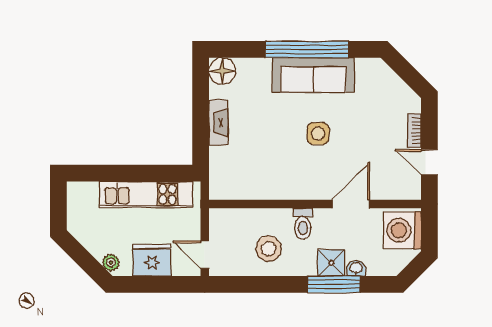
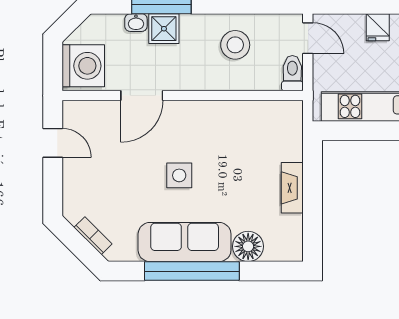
floor lamp: (222, 71) -> (248, 246), moved
bookcase: (414, 131) -> (93, 236), moved, turned -45
toilet: (303, 224) -> (292, 73), moved
fridge: (152, 260) -> (378, 27), width x0.53, depth x0.75

